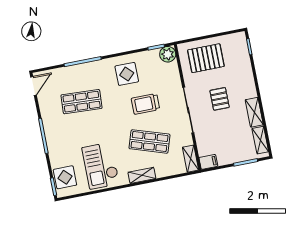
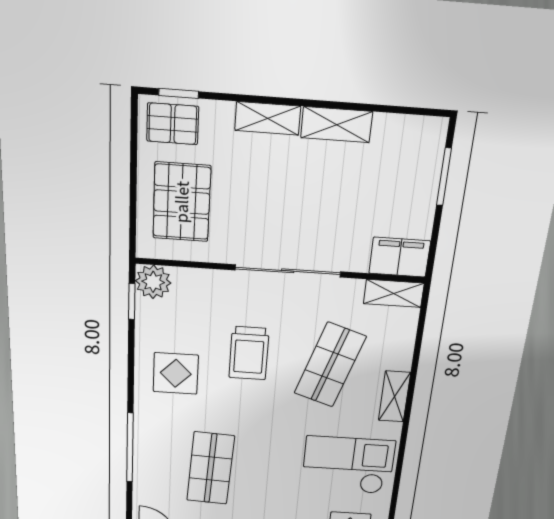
pallet: (220, 99) -> (173, 124), moved
shelving: (260, 140) -> (268, 118), moved
filing cabinet: (208, 162) -> (400, 257), width x2.00
checkout: (101, 166) -> (348, 465), turned 180

